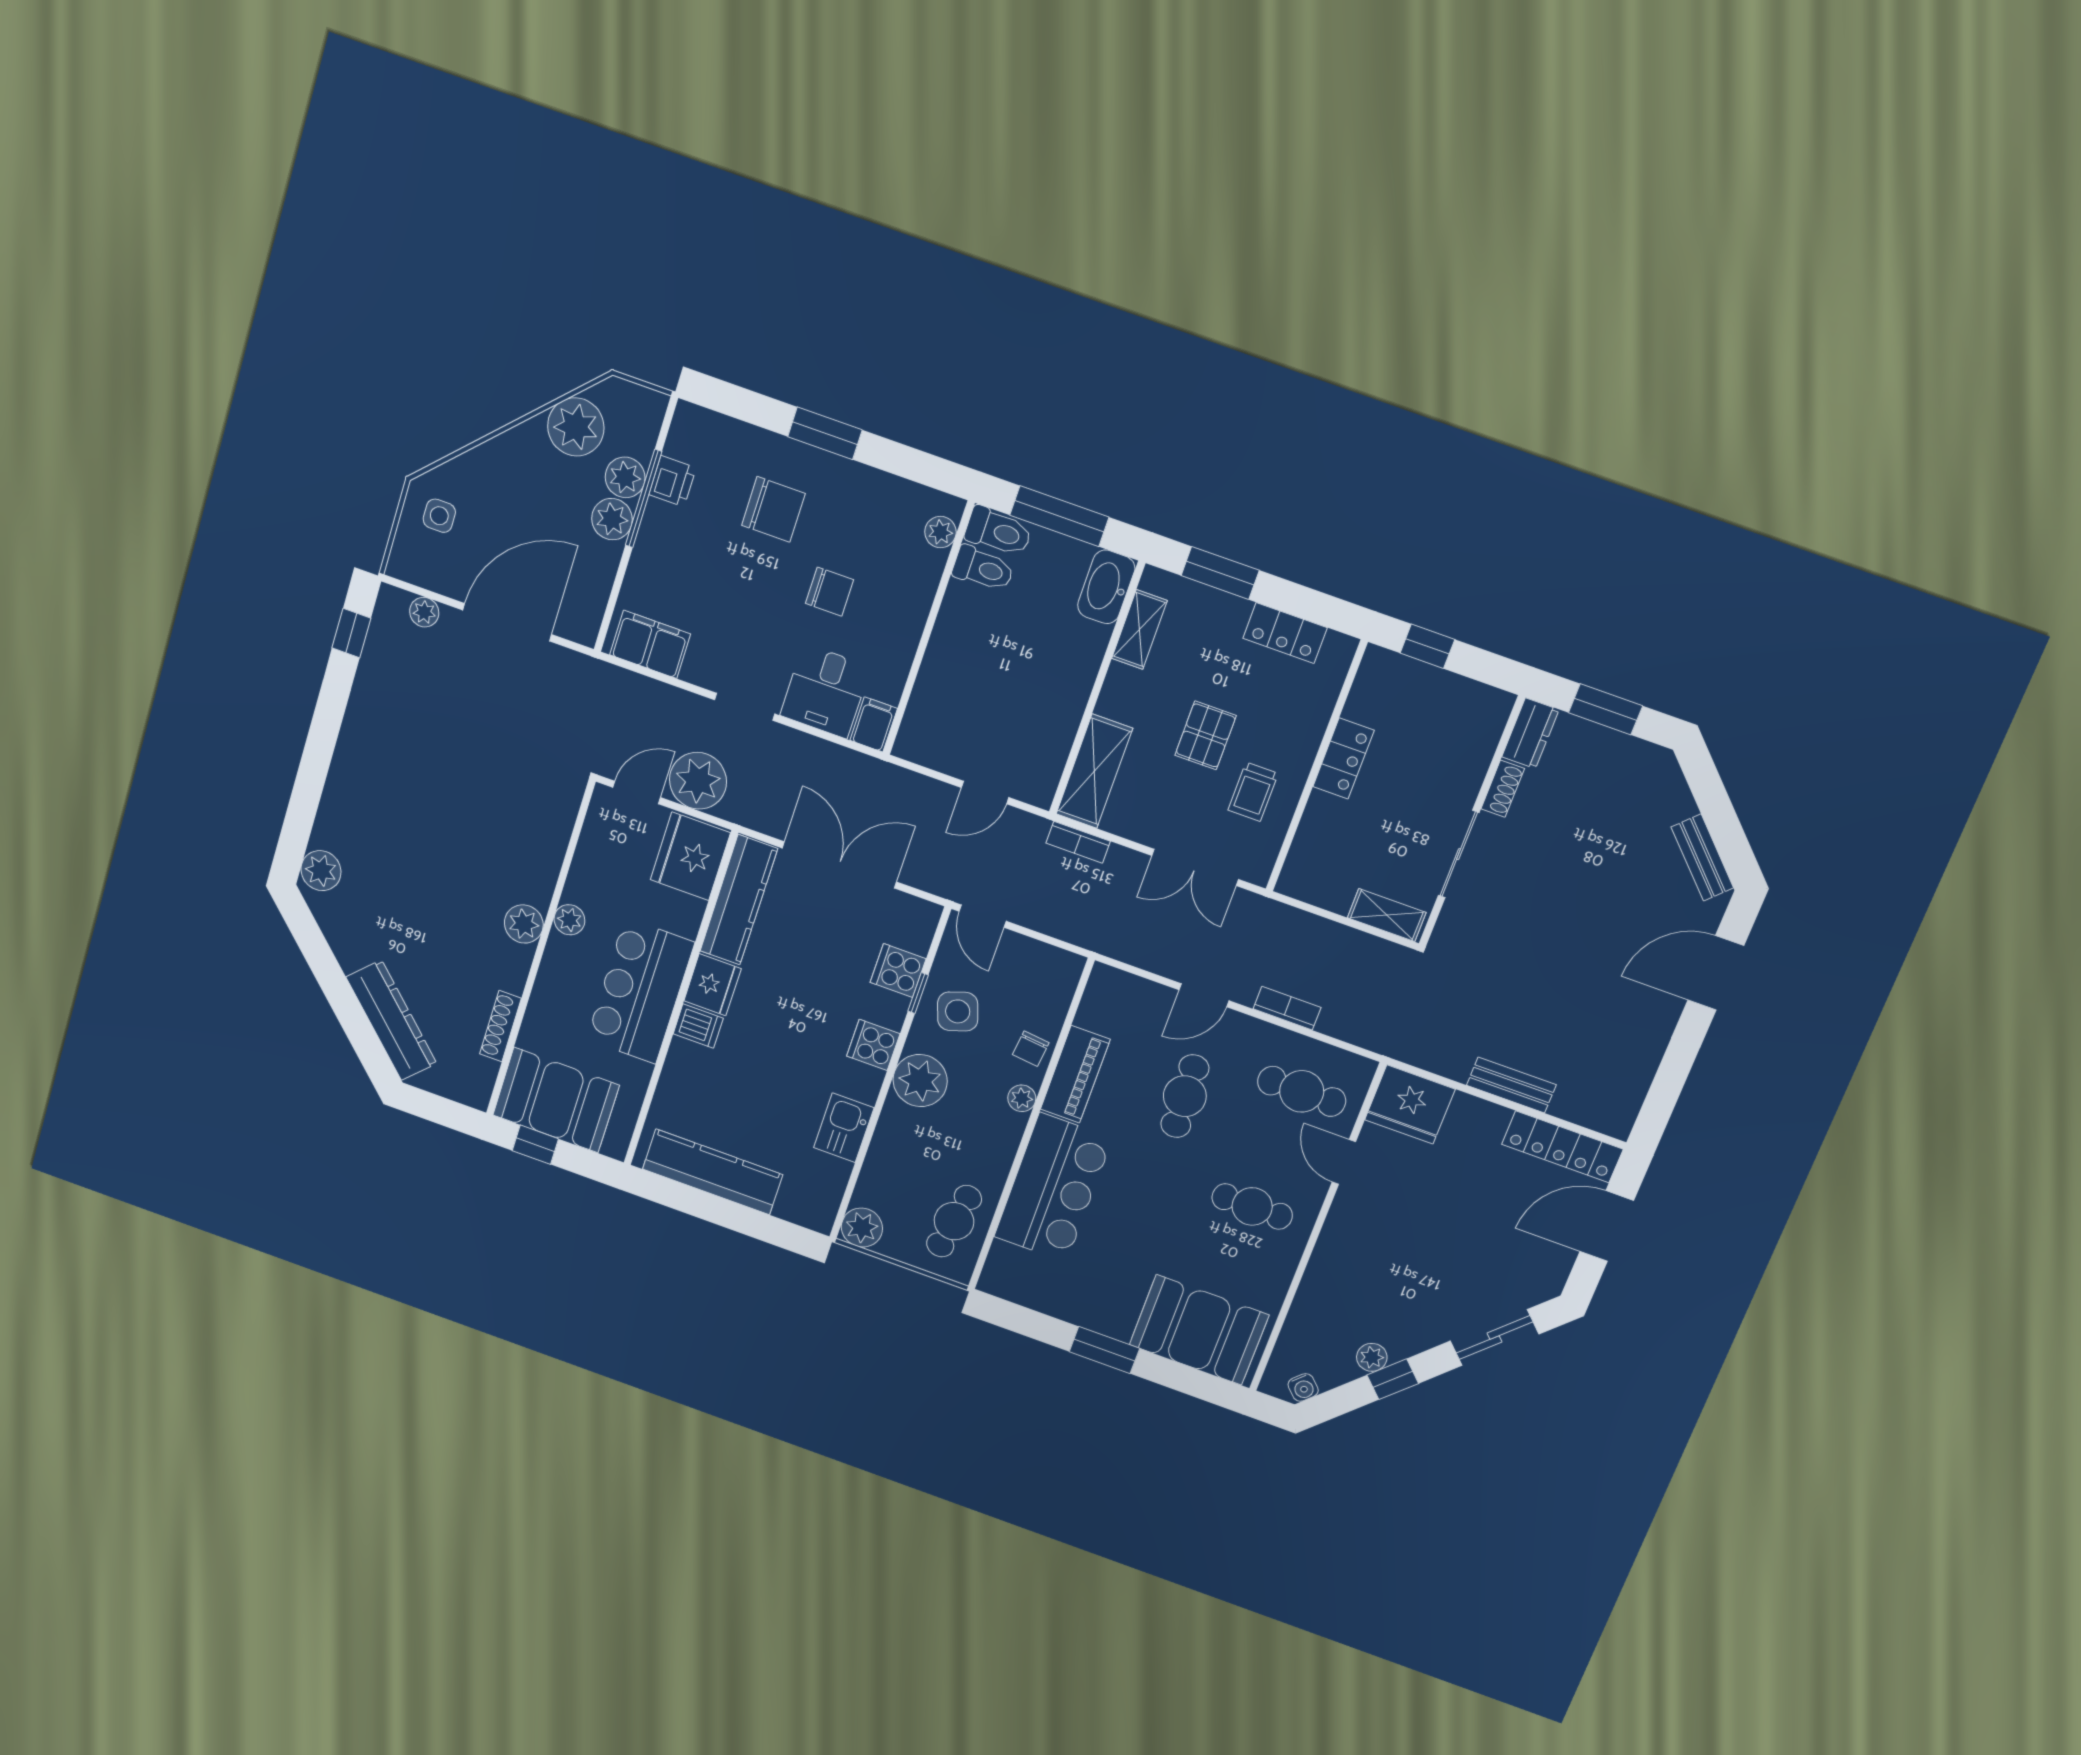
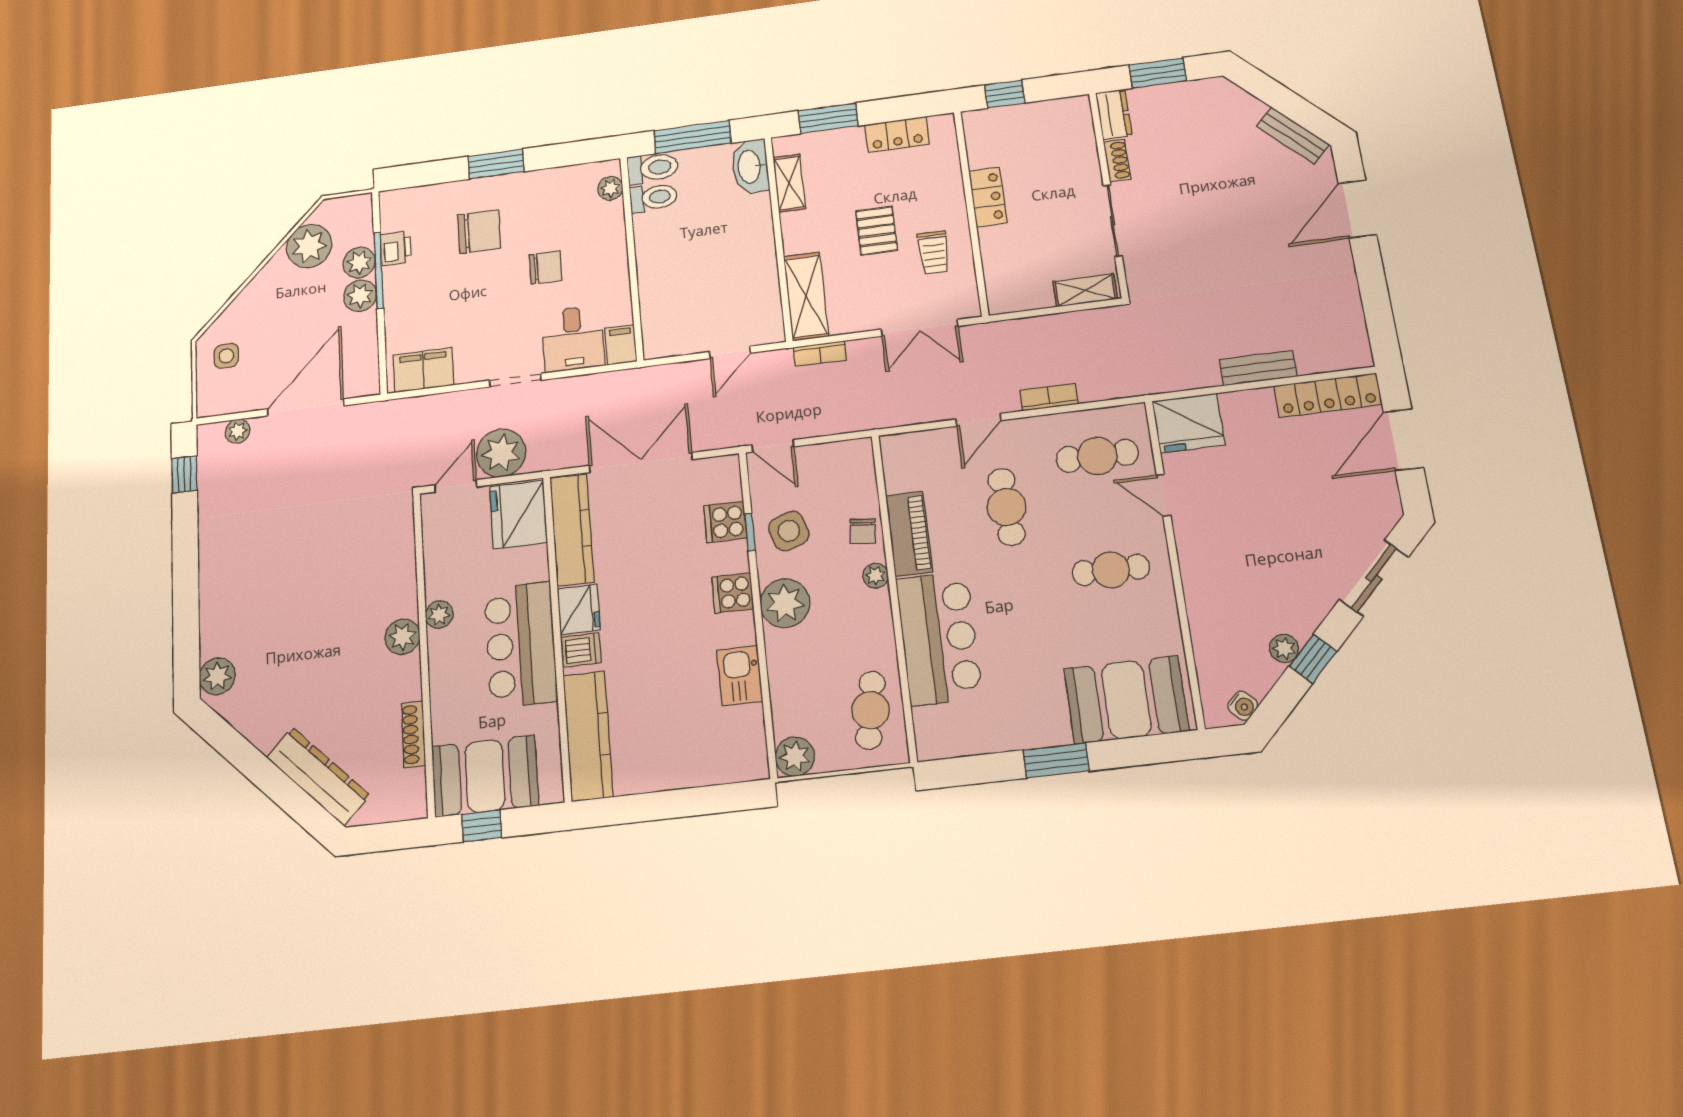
kitchen counter: (713, 1172) -> (588, 736), moved, turned 90

